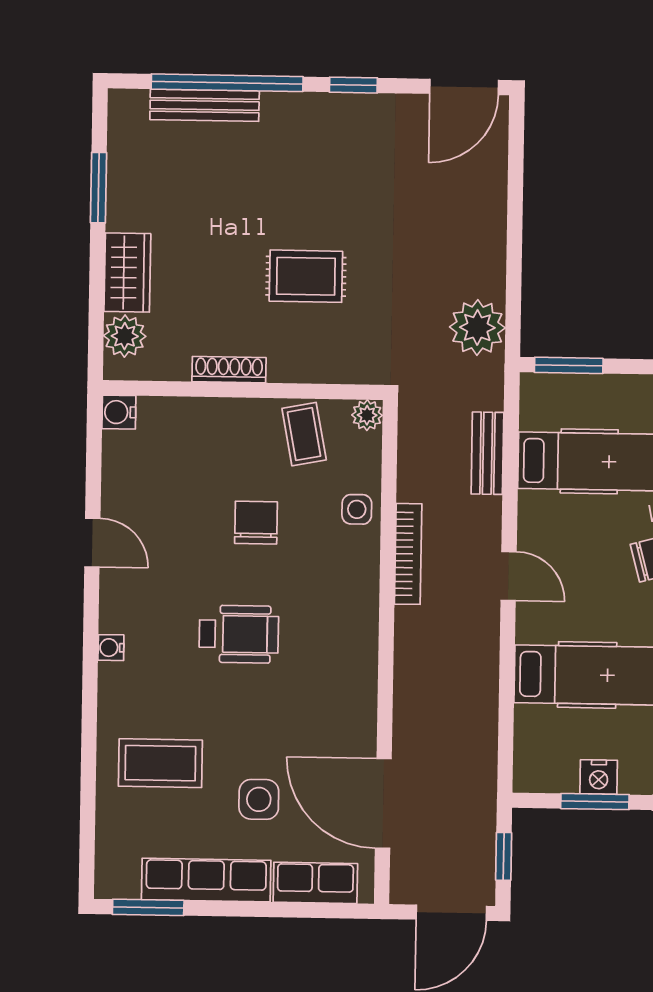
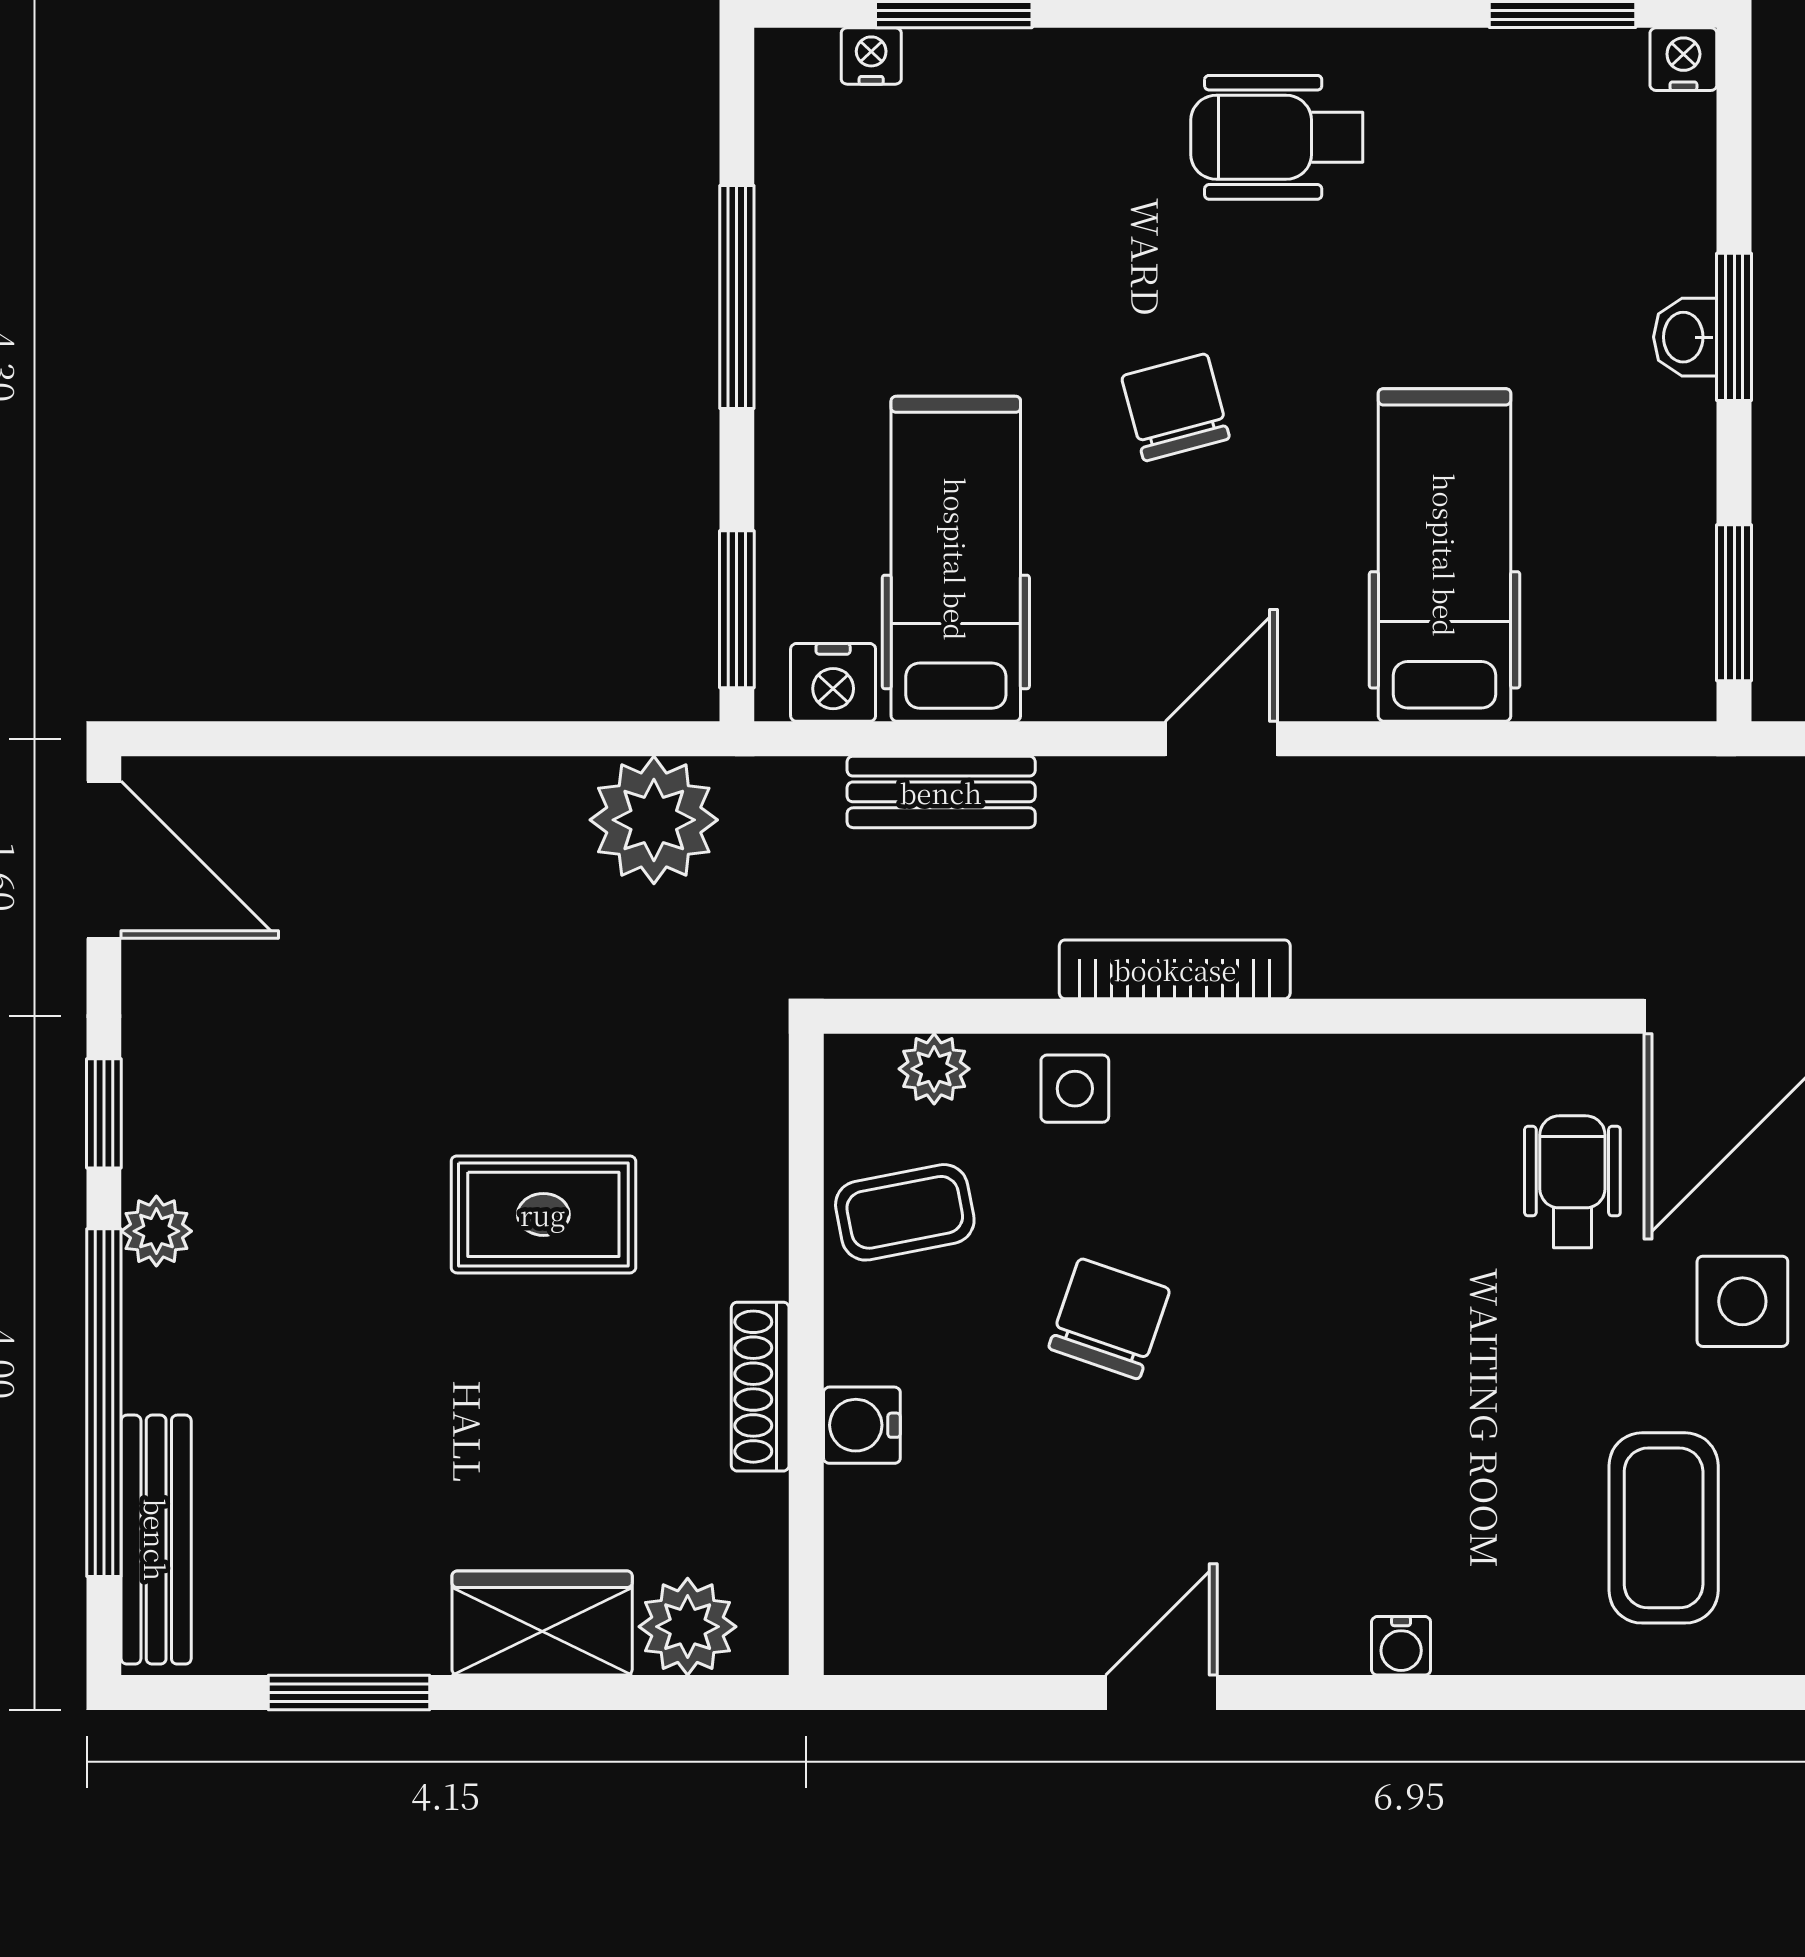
bench: (205, 105) -> (156, 1540), moved
plant: (302, 107) -> (156, 1231), added
rug: (306, 276) -> (543, 1214), turned 90
water cooler: (119, 412) -> (862, 1425), moved, turned 90
plant: (367, 415) -> (934, 1069), moved
chair: (256, 523) -> (1109, 1319), turned 109
wheelchair: (239, 634) -> (1572, 1182), moved, width x0.73, depth x0.73
nightstand: (599, 777) -> (833, 682), moved, turned 90
window: (595, 802) -> (1734, 603), moved

